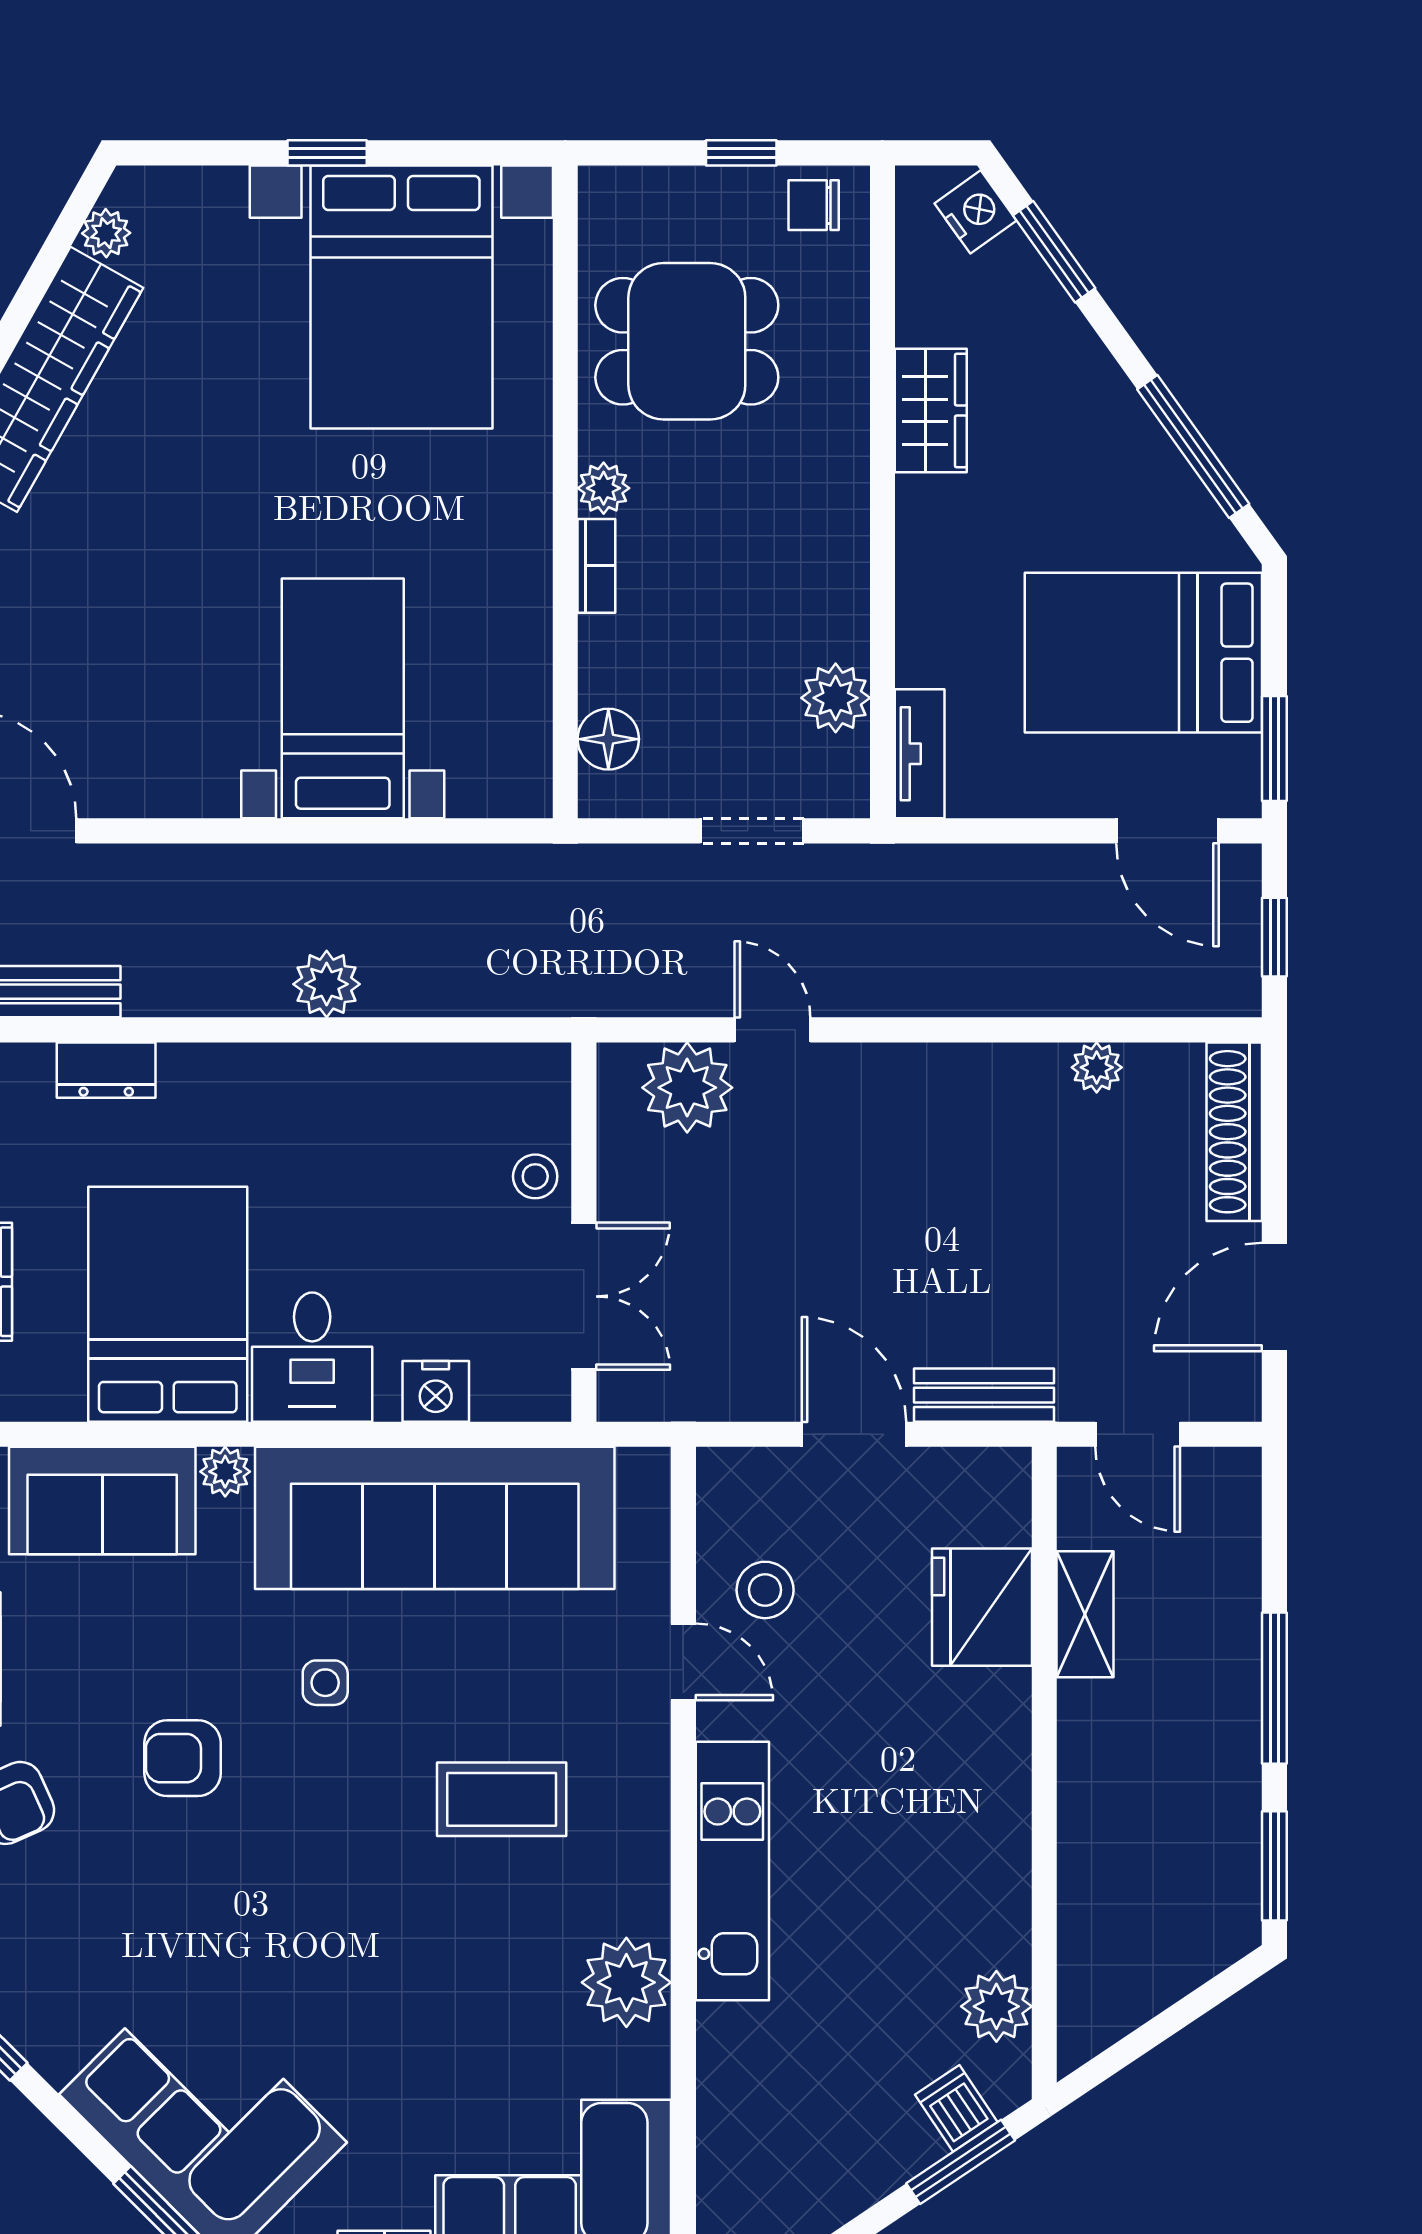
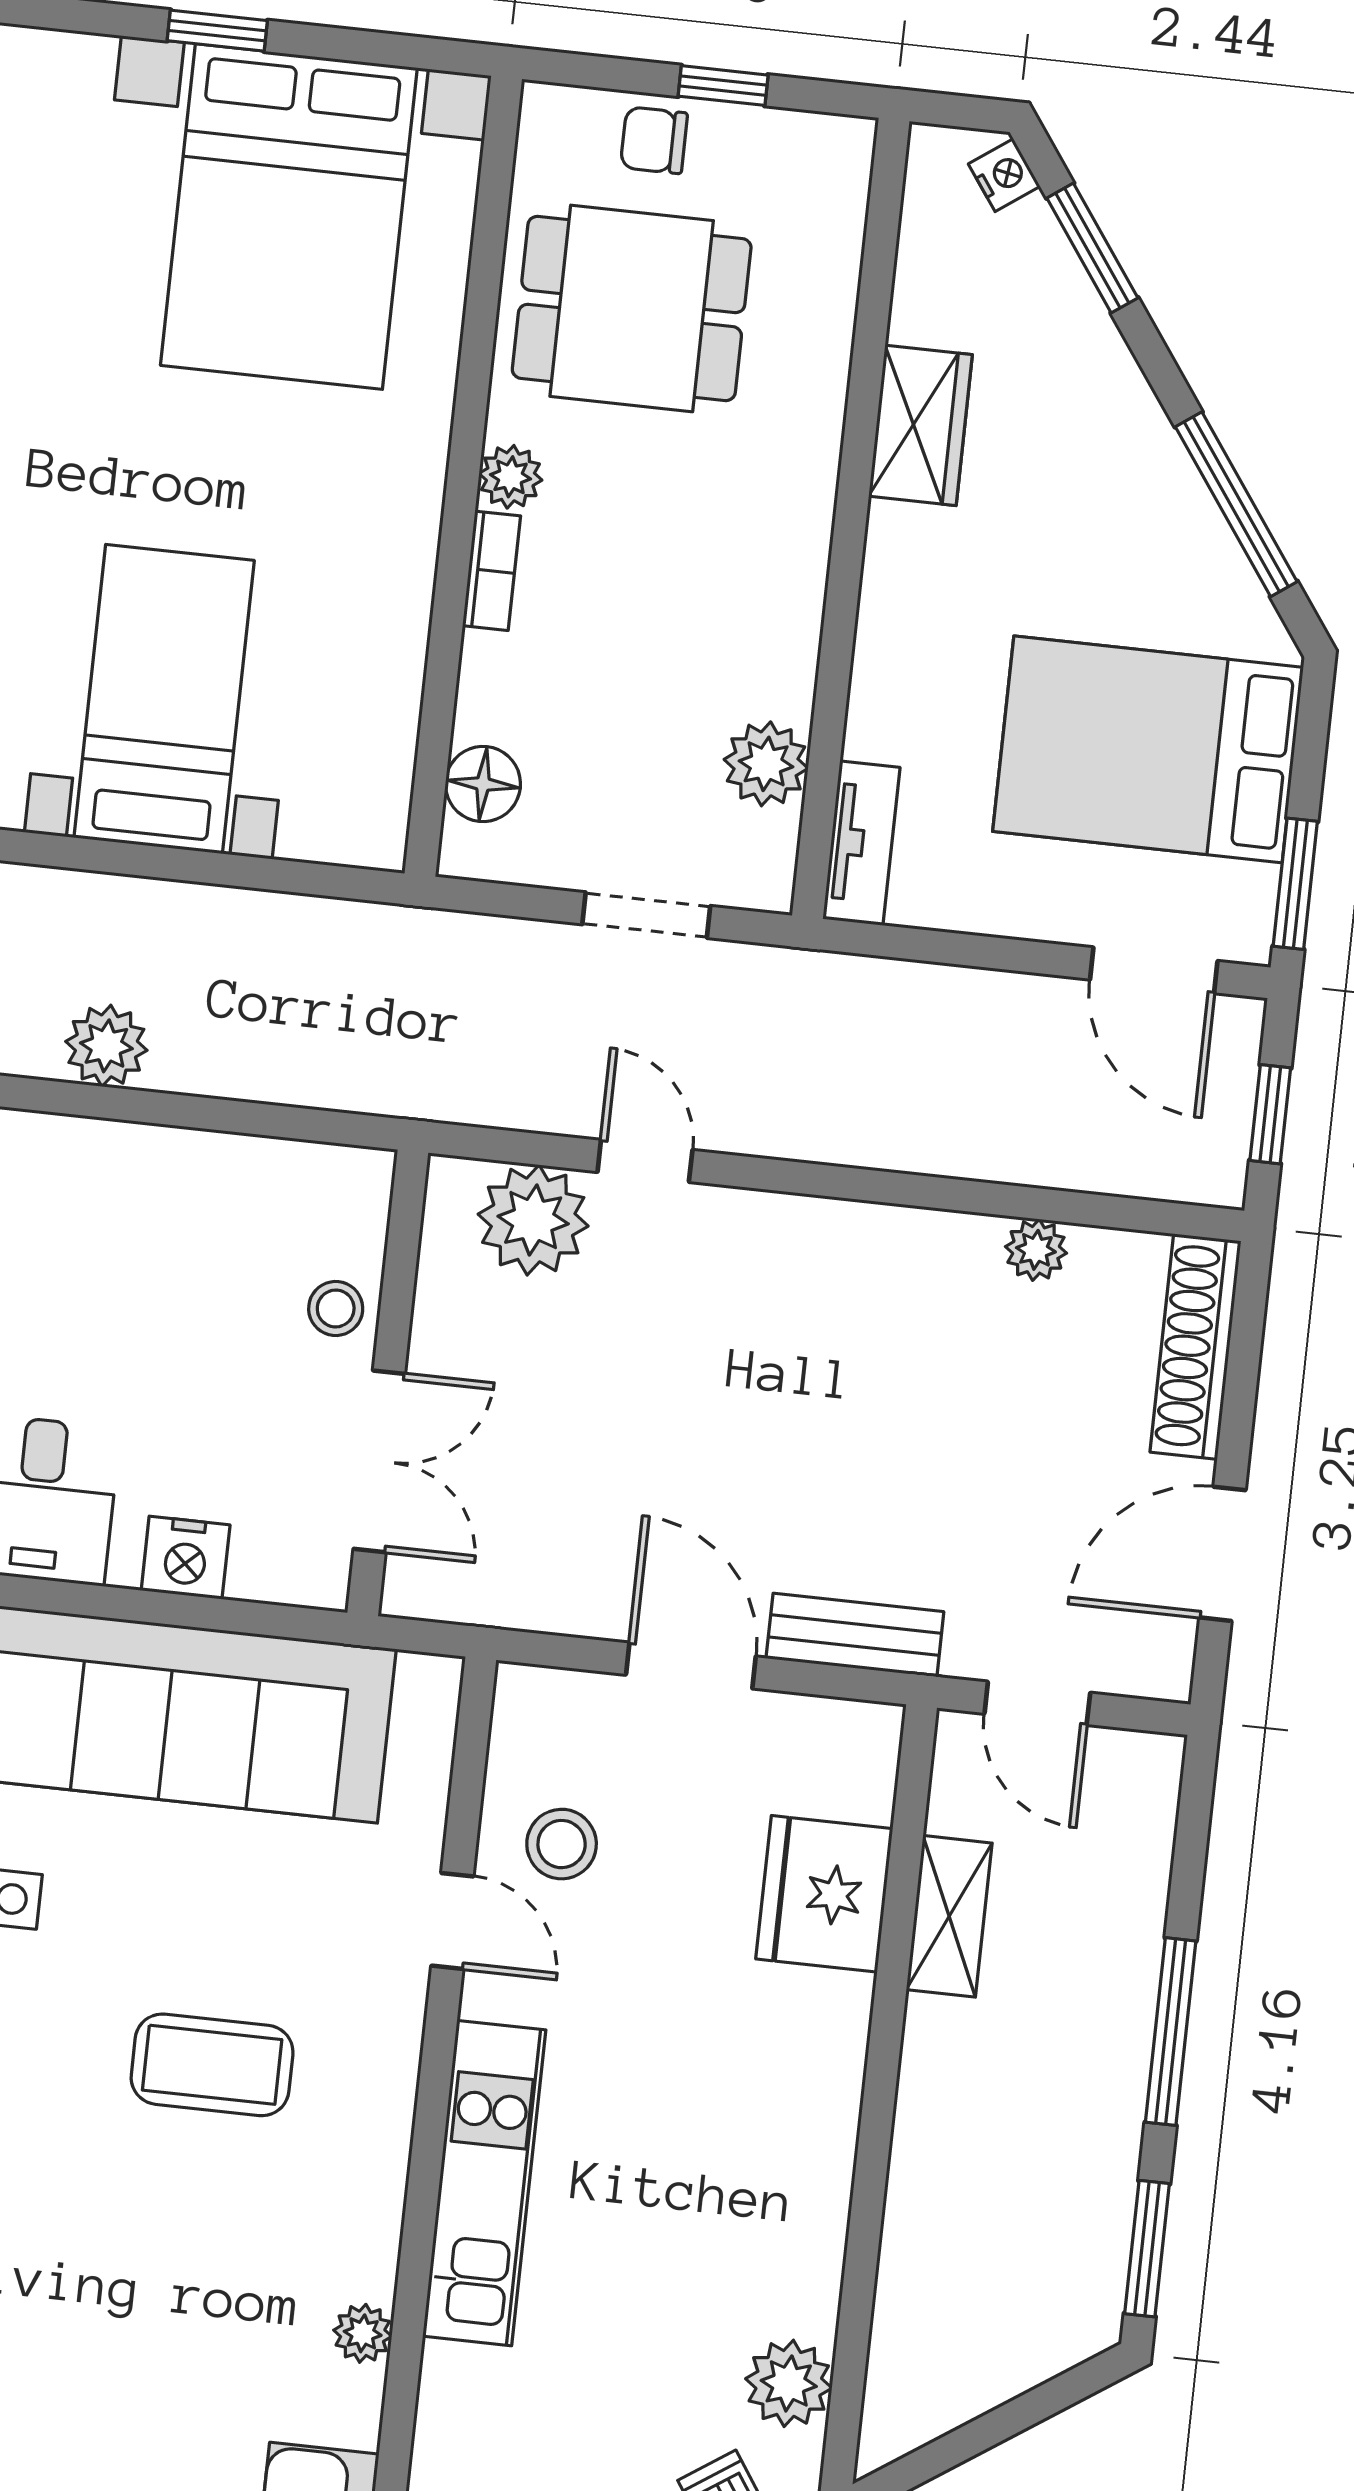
chair: (814, 205) -> (654, 140), moved
nightstand: (976, 212) -> (1004, 175), width x0.72, depth x0.74
plant: (626, 1982) -> (363, 2333), width x0.53, depth x0.53

